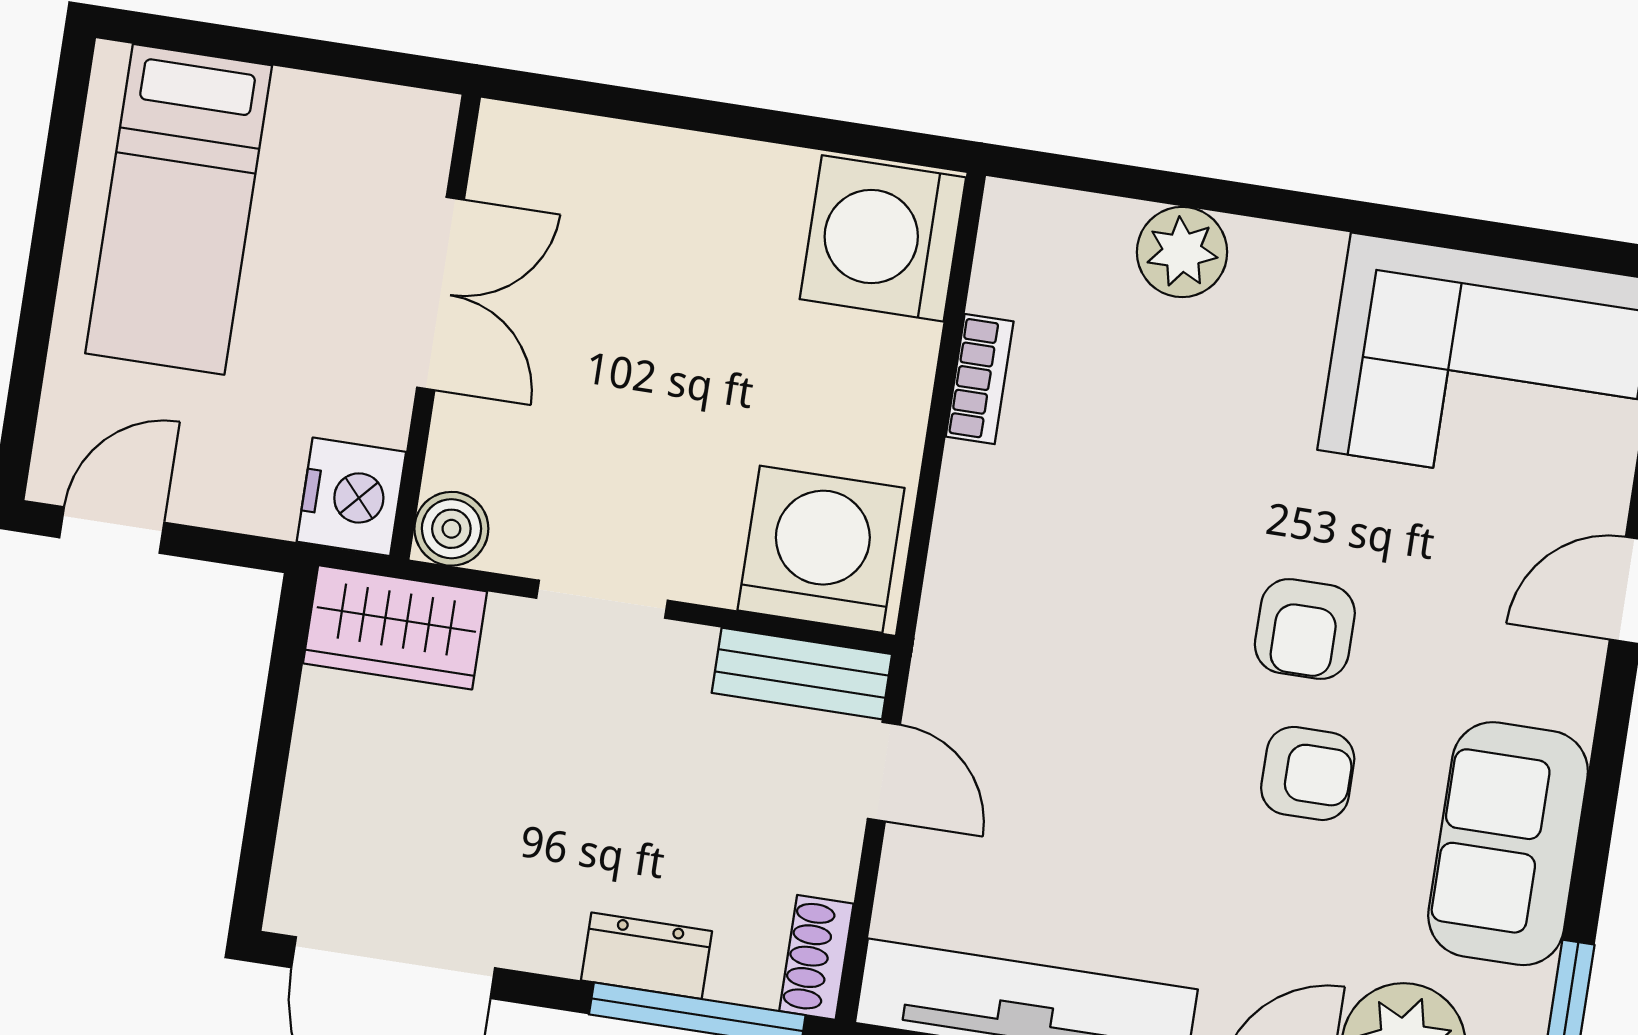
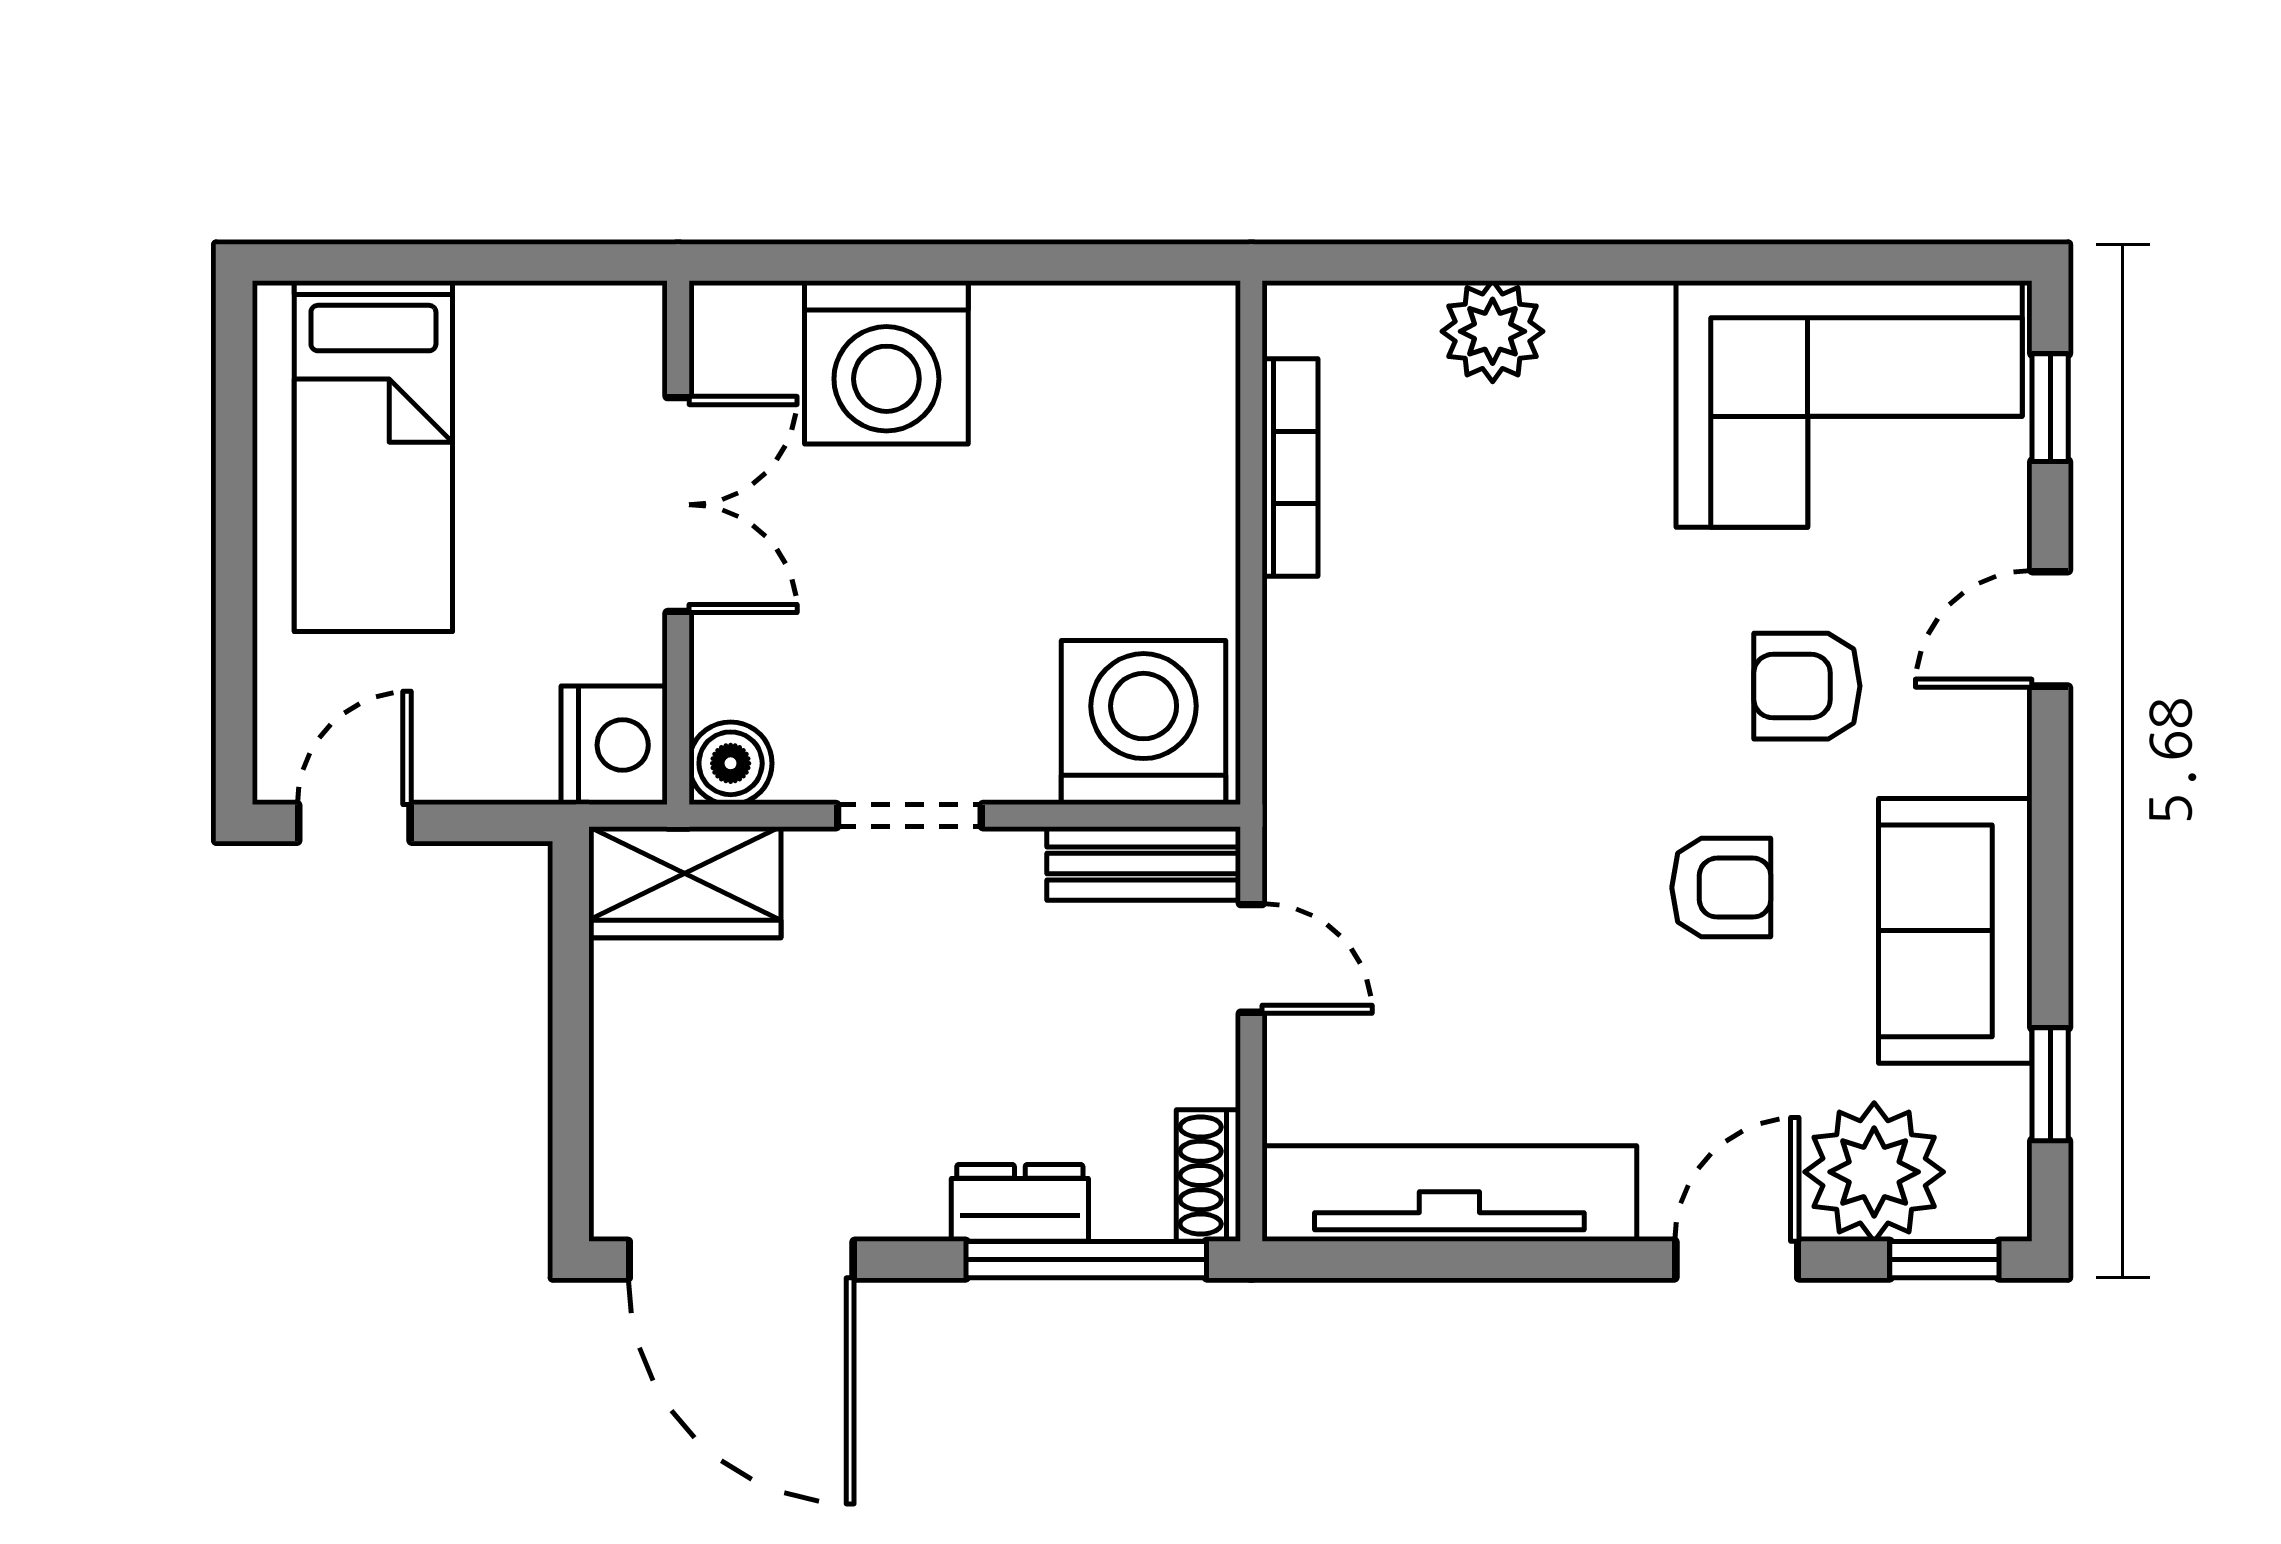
washing machine: (883, 238) -> (886, 362), moved, turned -90
bookcase: (980, 379) -> (1290, 468), width x1.56
armchair: (1305, 629) -> (1807, 686), moved, turned 90

